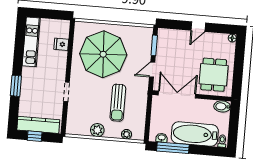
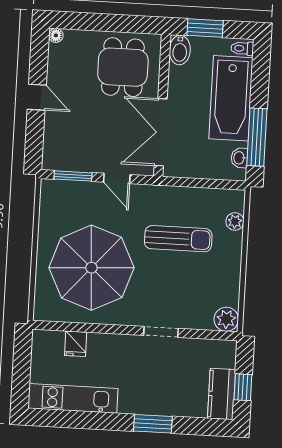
dining table: (214, 75) -> (123, 67), turned 90
window: (234, 121) -> (205, 28), added
kitchen counter: (38, 125) -> (222, 394), width x0.67
plant: (97, 130) -> (226, 319), moved

